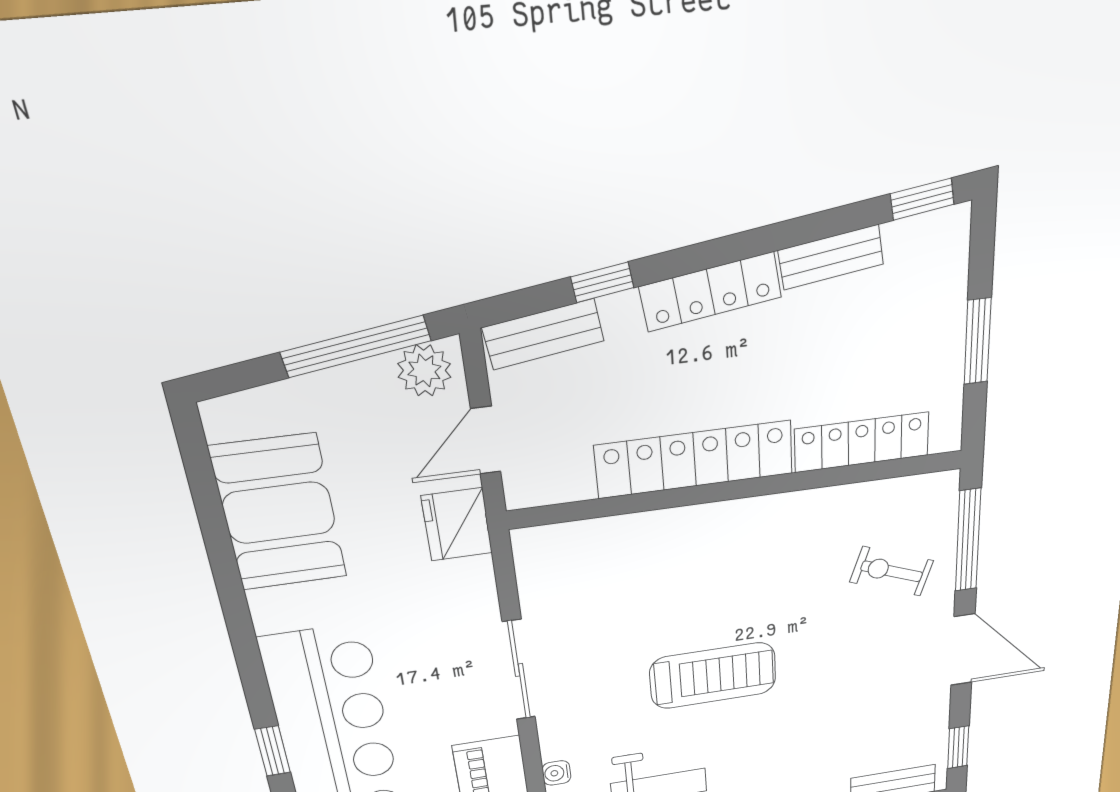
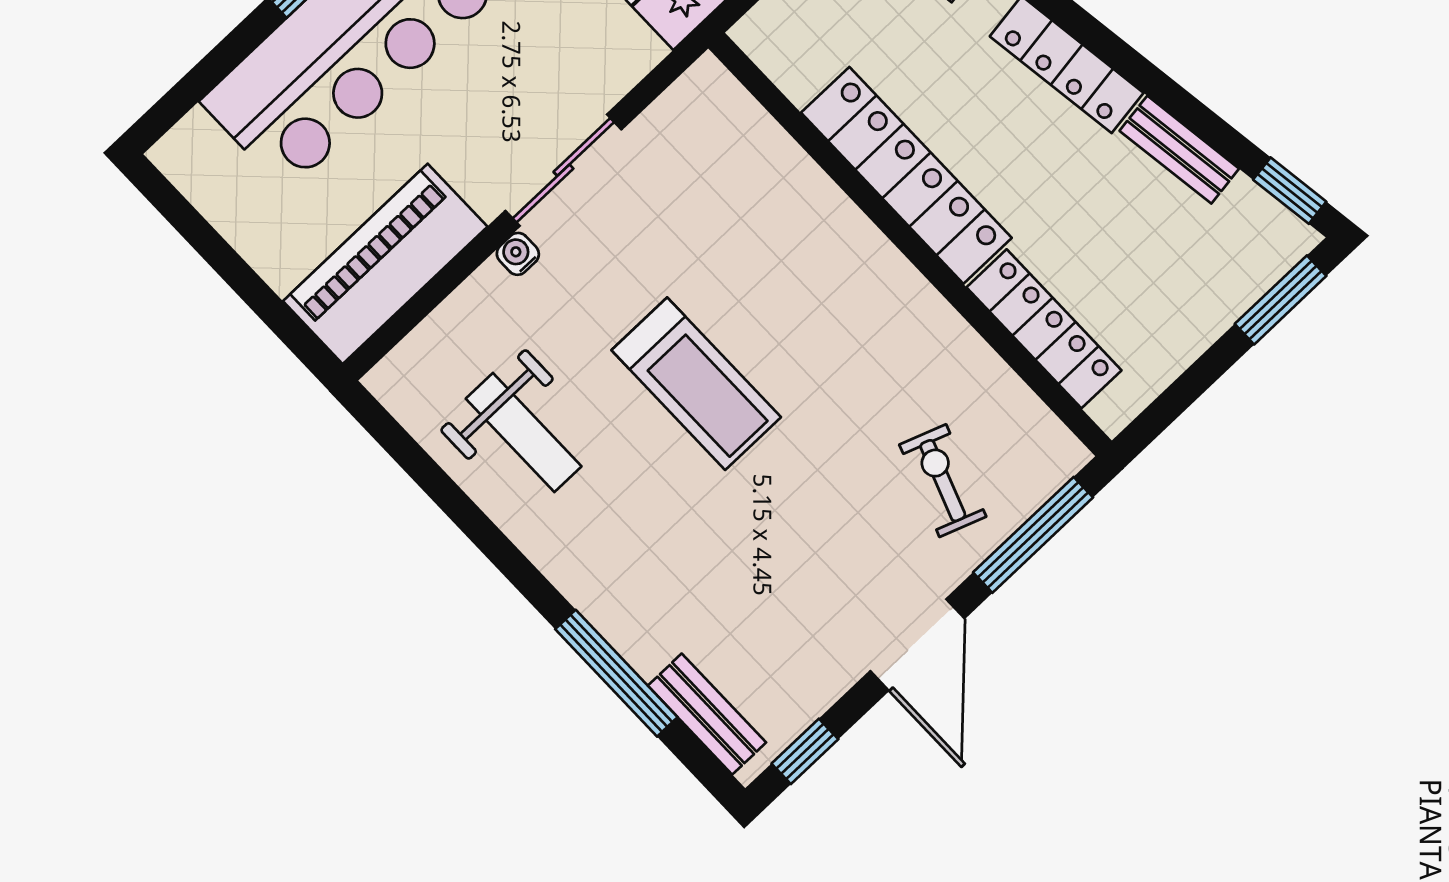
window: (978, 341) -> (1281, 300), moved
water cooler: (557, 773) -> (518, 254), moved

